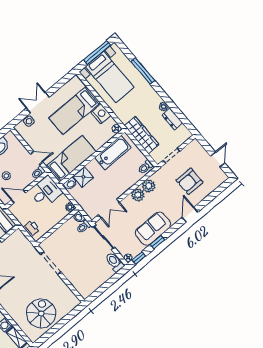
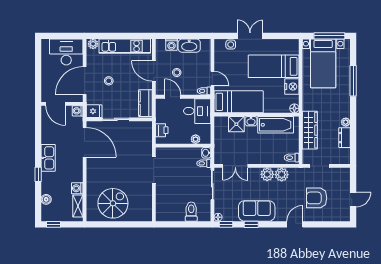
washbasin: (70, 184) -> (251, 121), moved
plant: (70, 207) -> (196, 139), moved
toilet: (115, 262) -> (191, 212), moved

